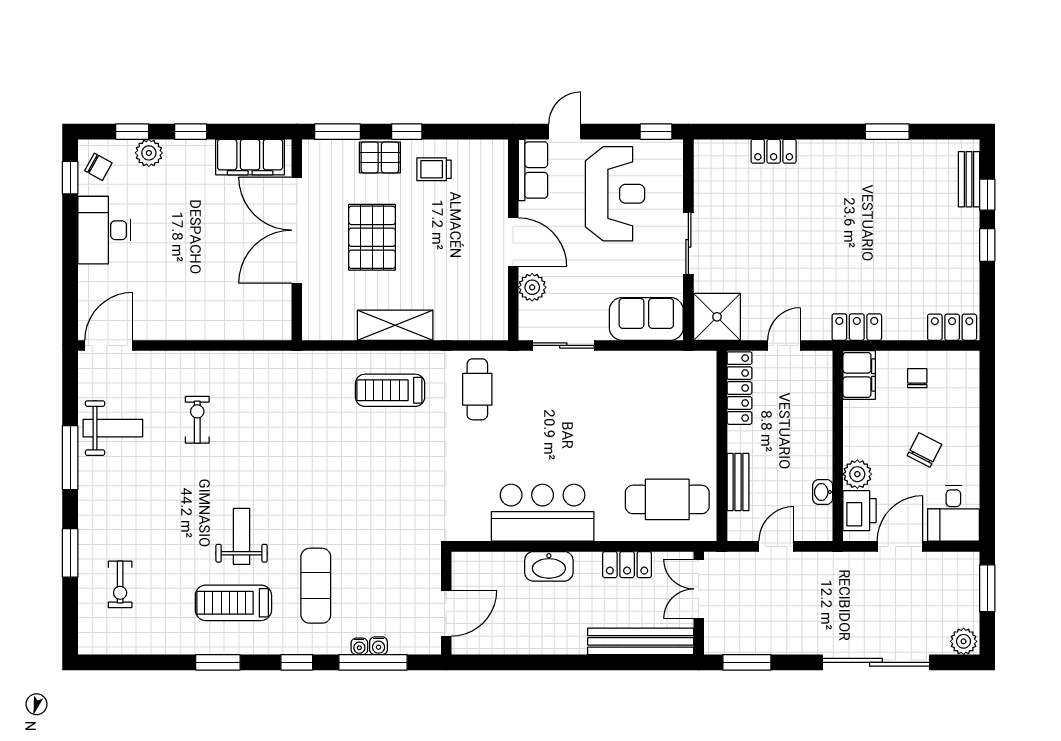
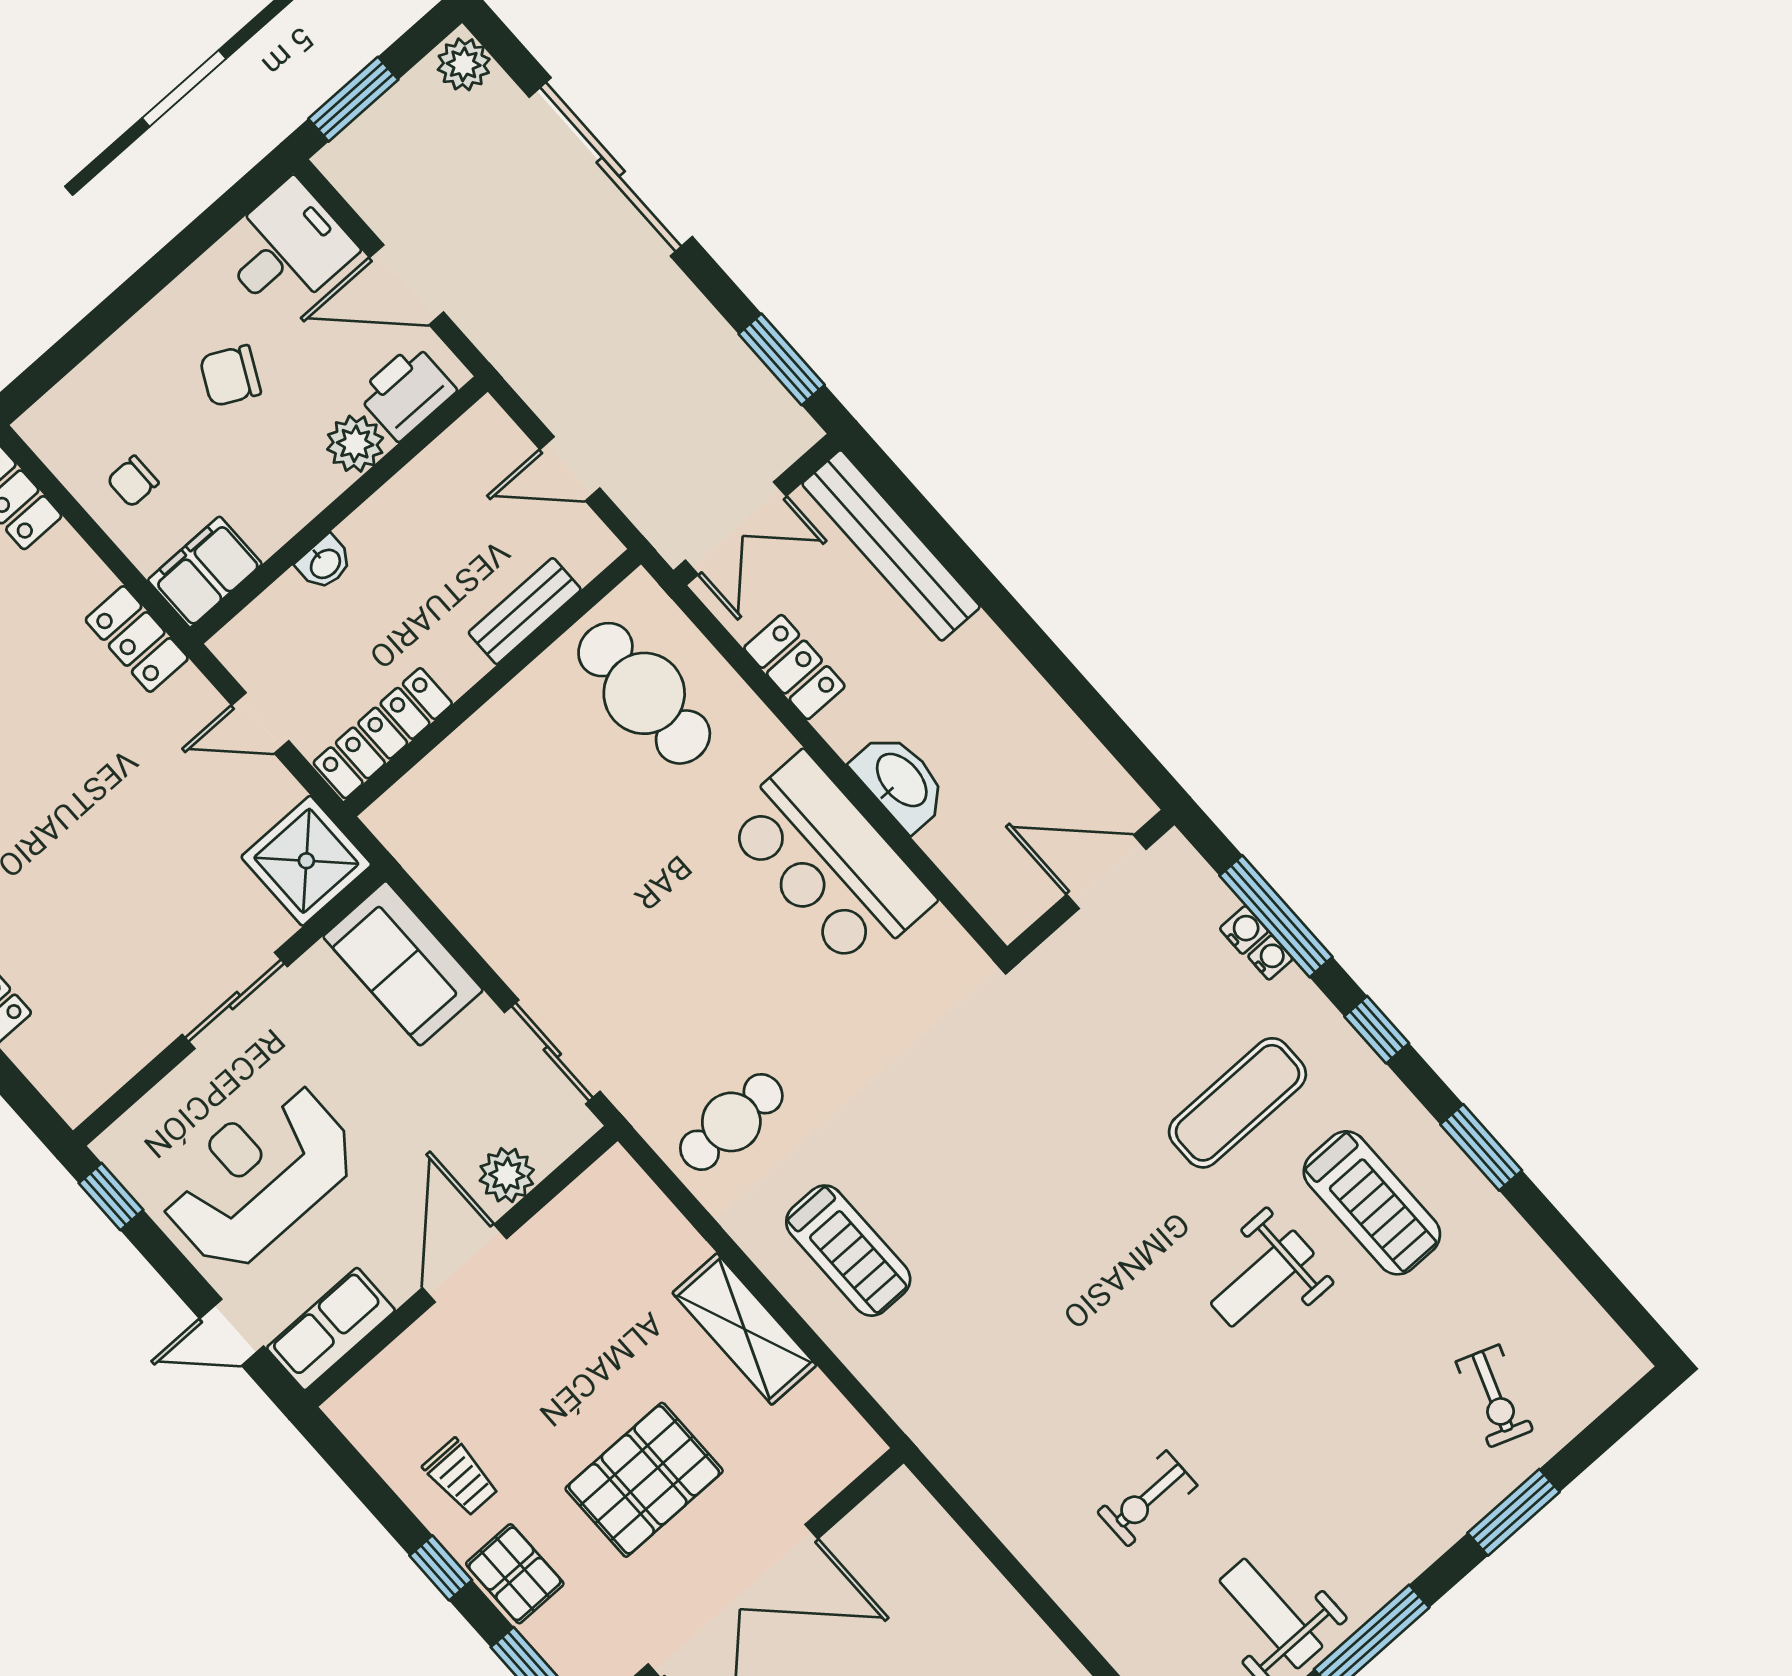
washbasin: (823, 492) -> (325, 563), moved
exercise bike: (120, 584) -> (1494, 1396), turned 110

